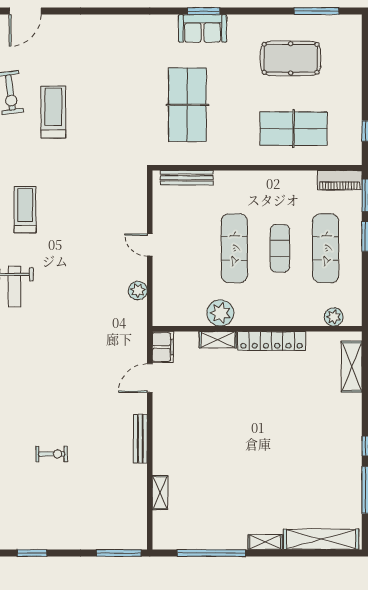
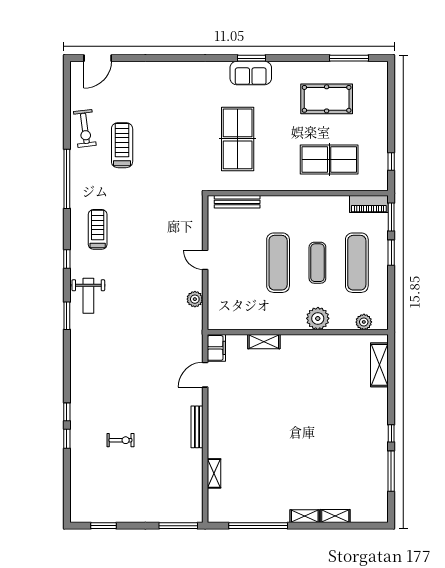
plant: (220, 313) -> (318, 318), moved
locker: (272, 341) -> (310, 343), removed
shelving: (321, 539) -> (335, 516), width x0.45, depth x0.75

